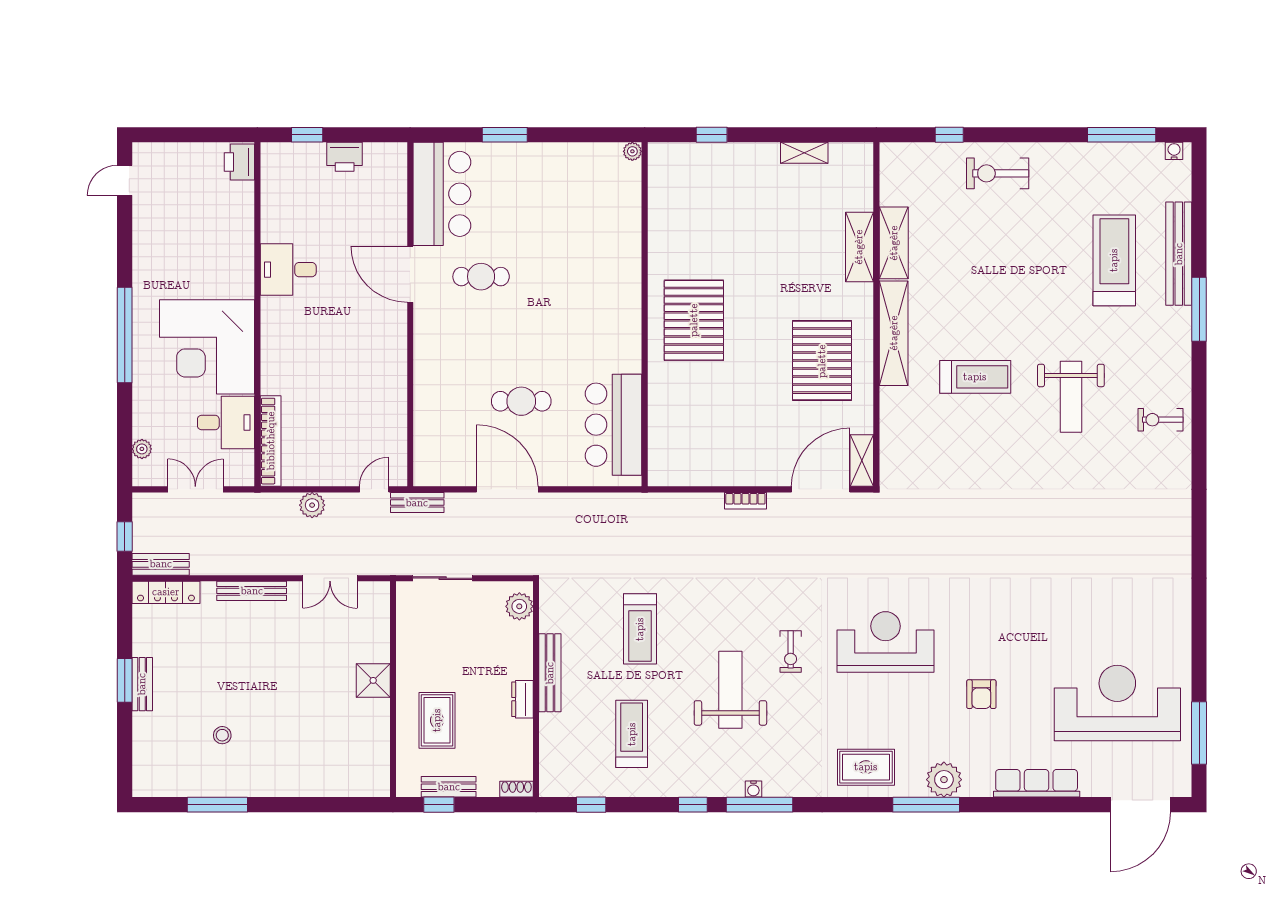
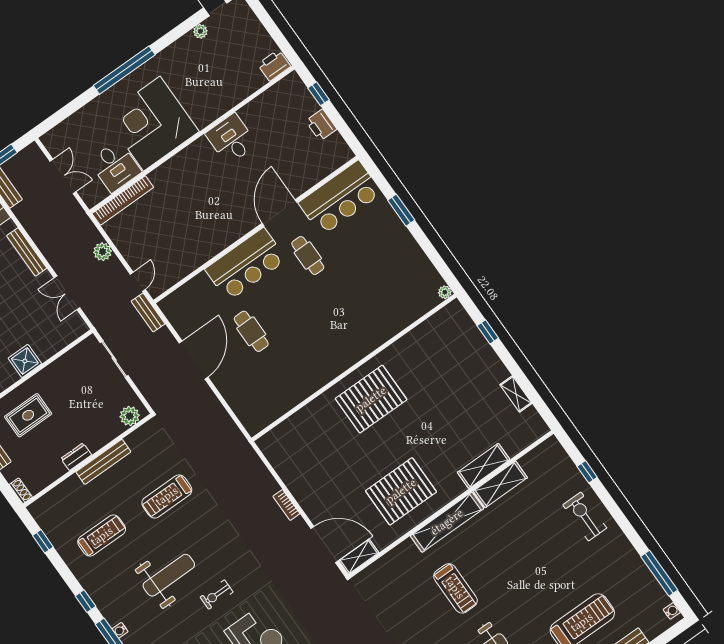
bar counter: (613, 425) -> (246, 264), moved, turned 180
plant: (142, 449) -> (200, 31), moved
door: (374, 489) -> (138, 282), hinge flipped

